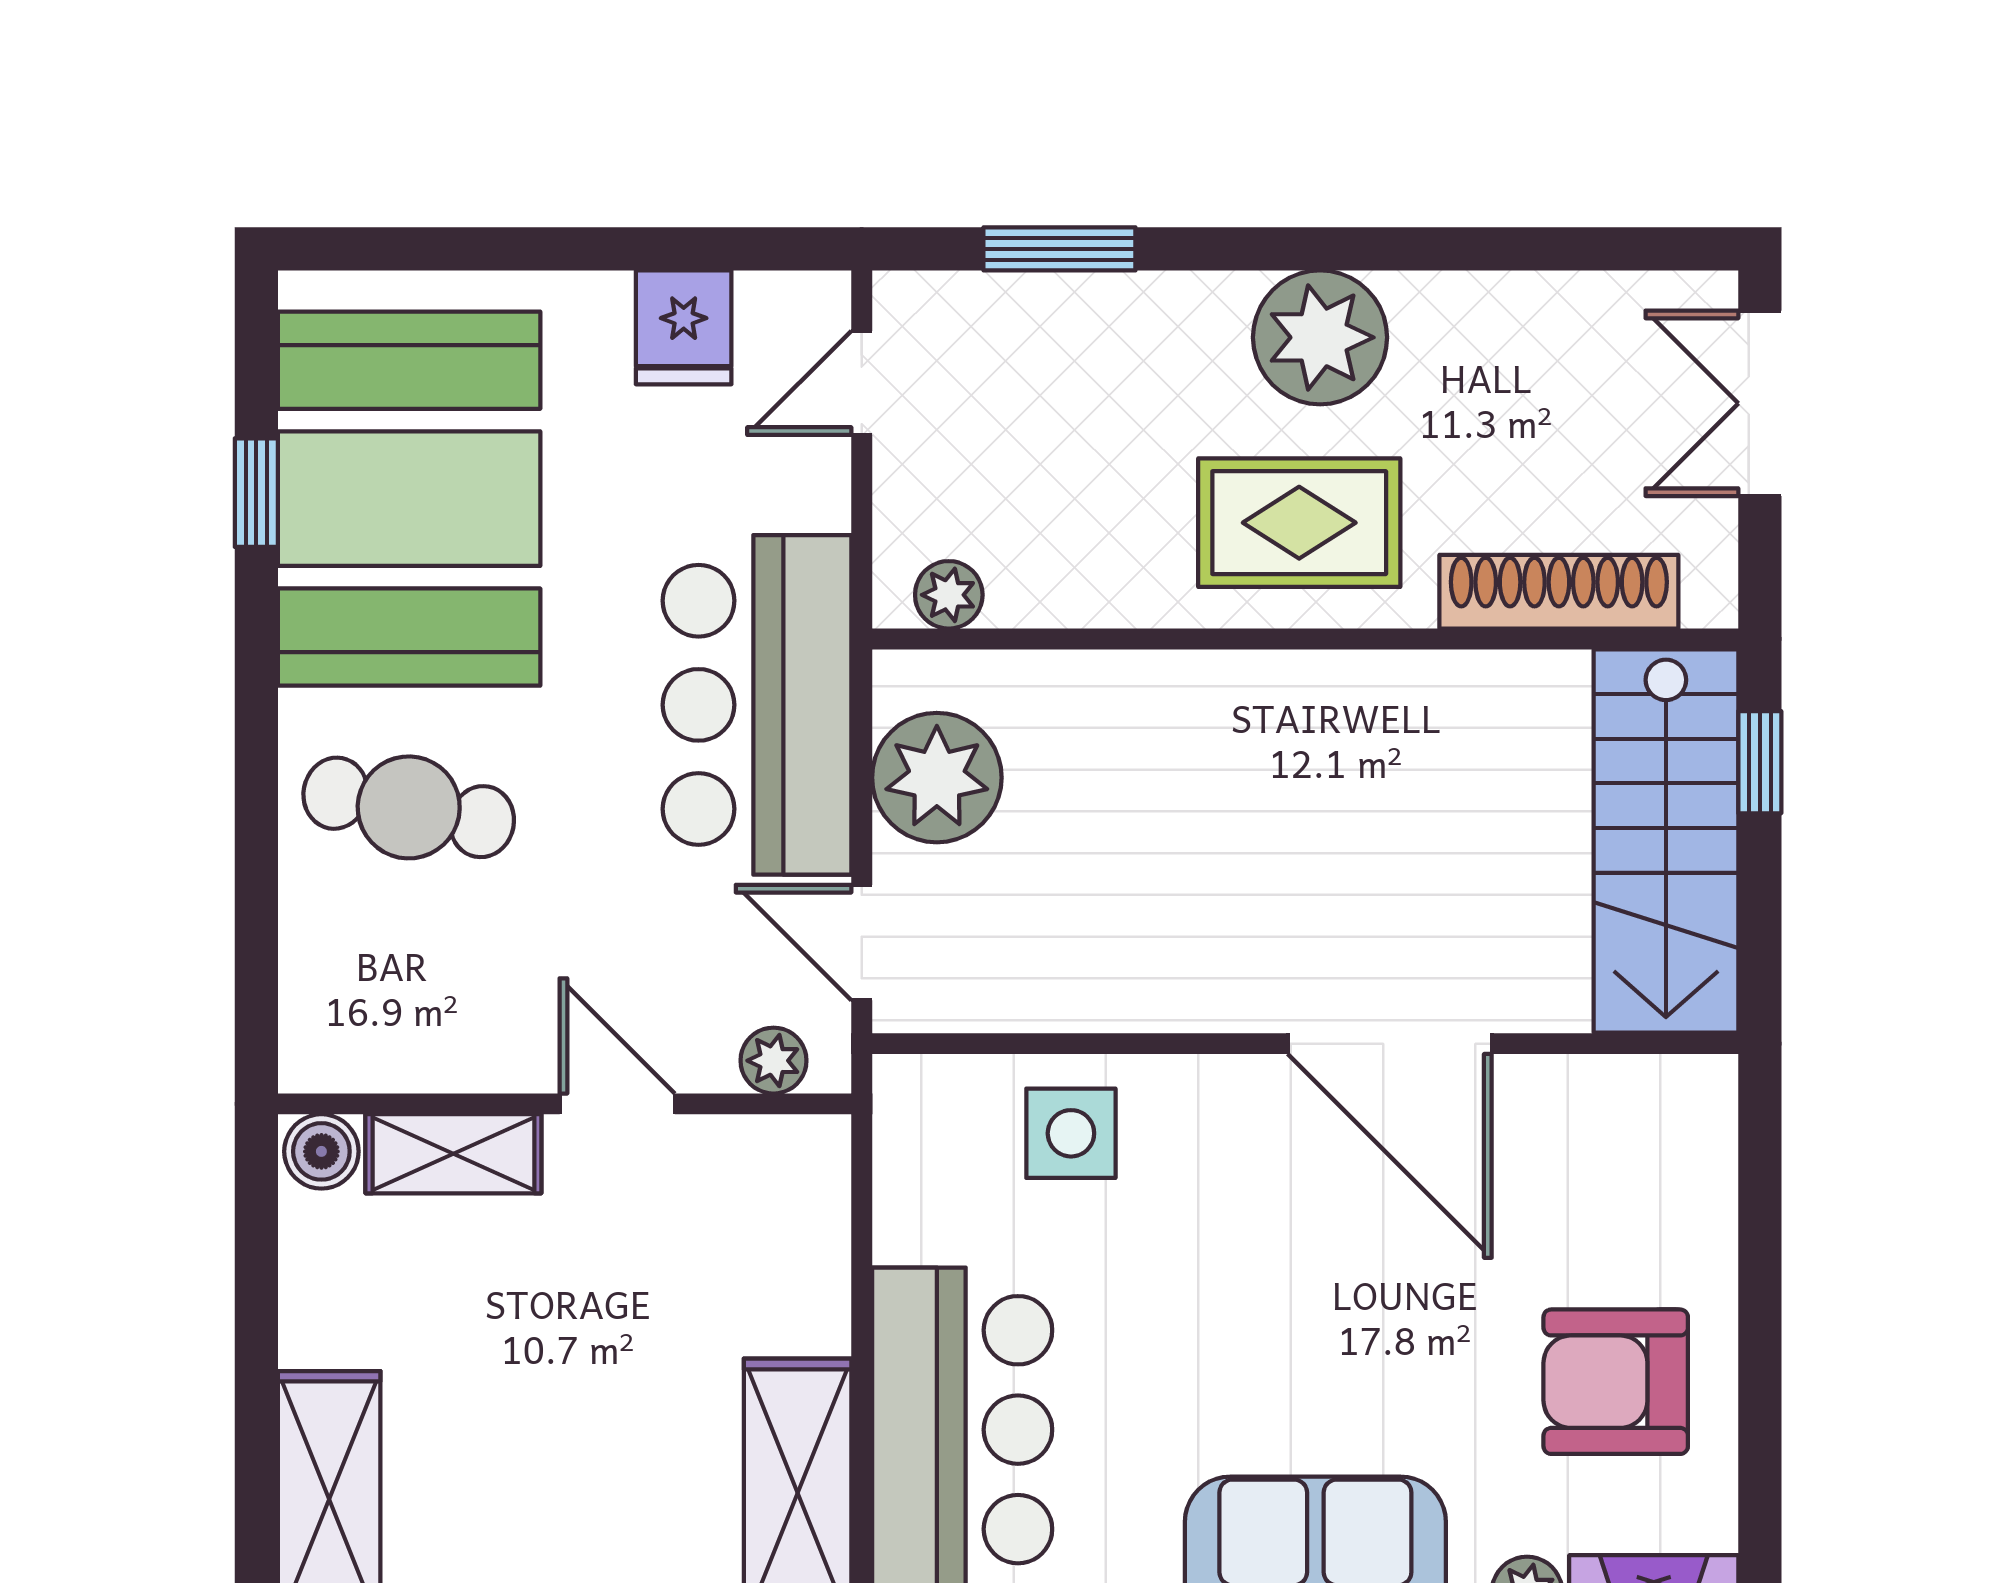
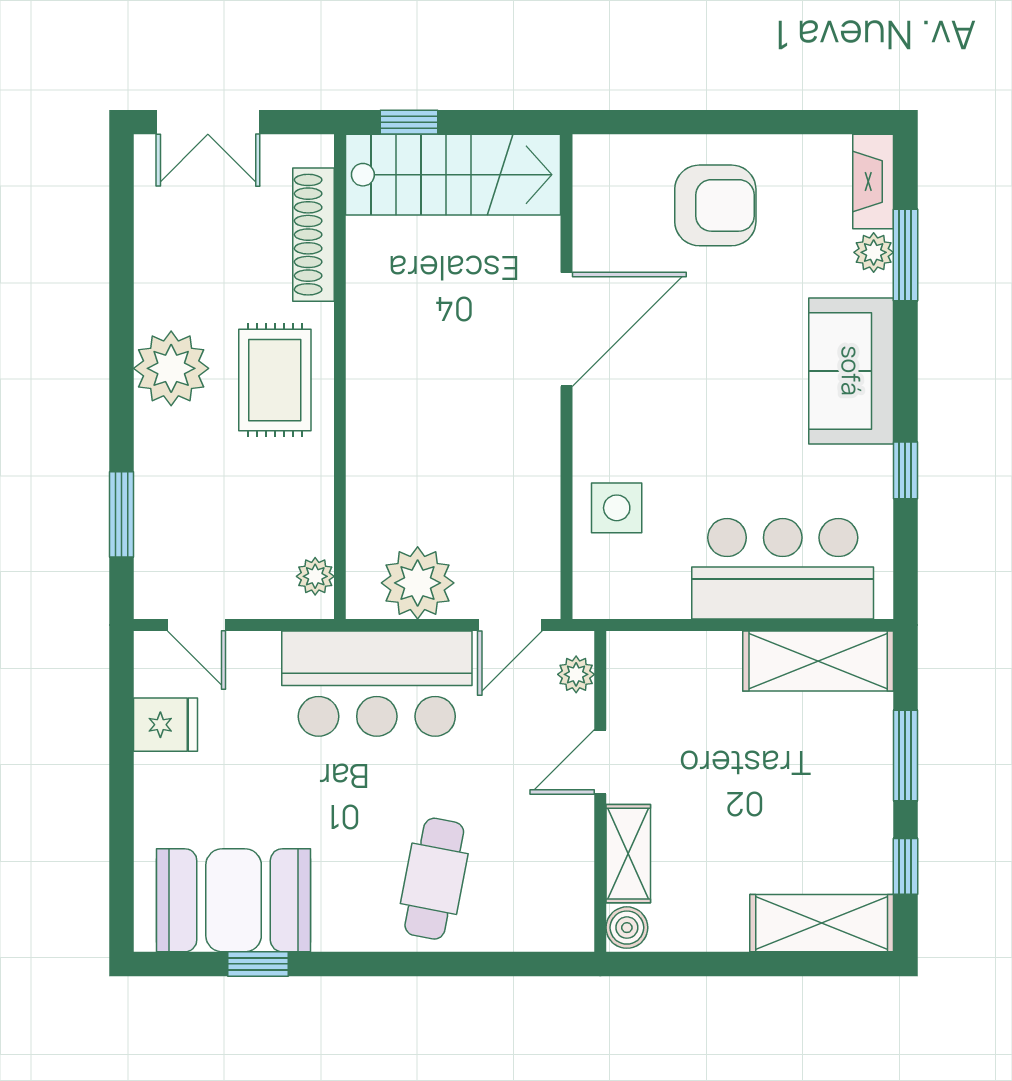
booth: (409, 499) -> (234, 900), width x0.73, depth x0.70
armchair: (1616, 1382) -> (715, 205), moved, turned -90

